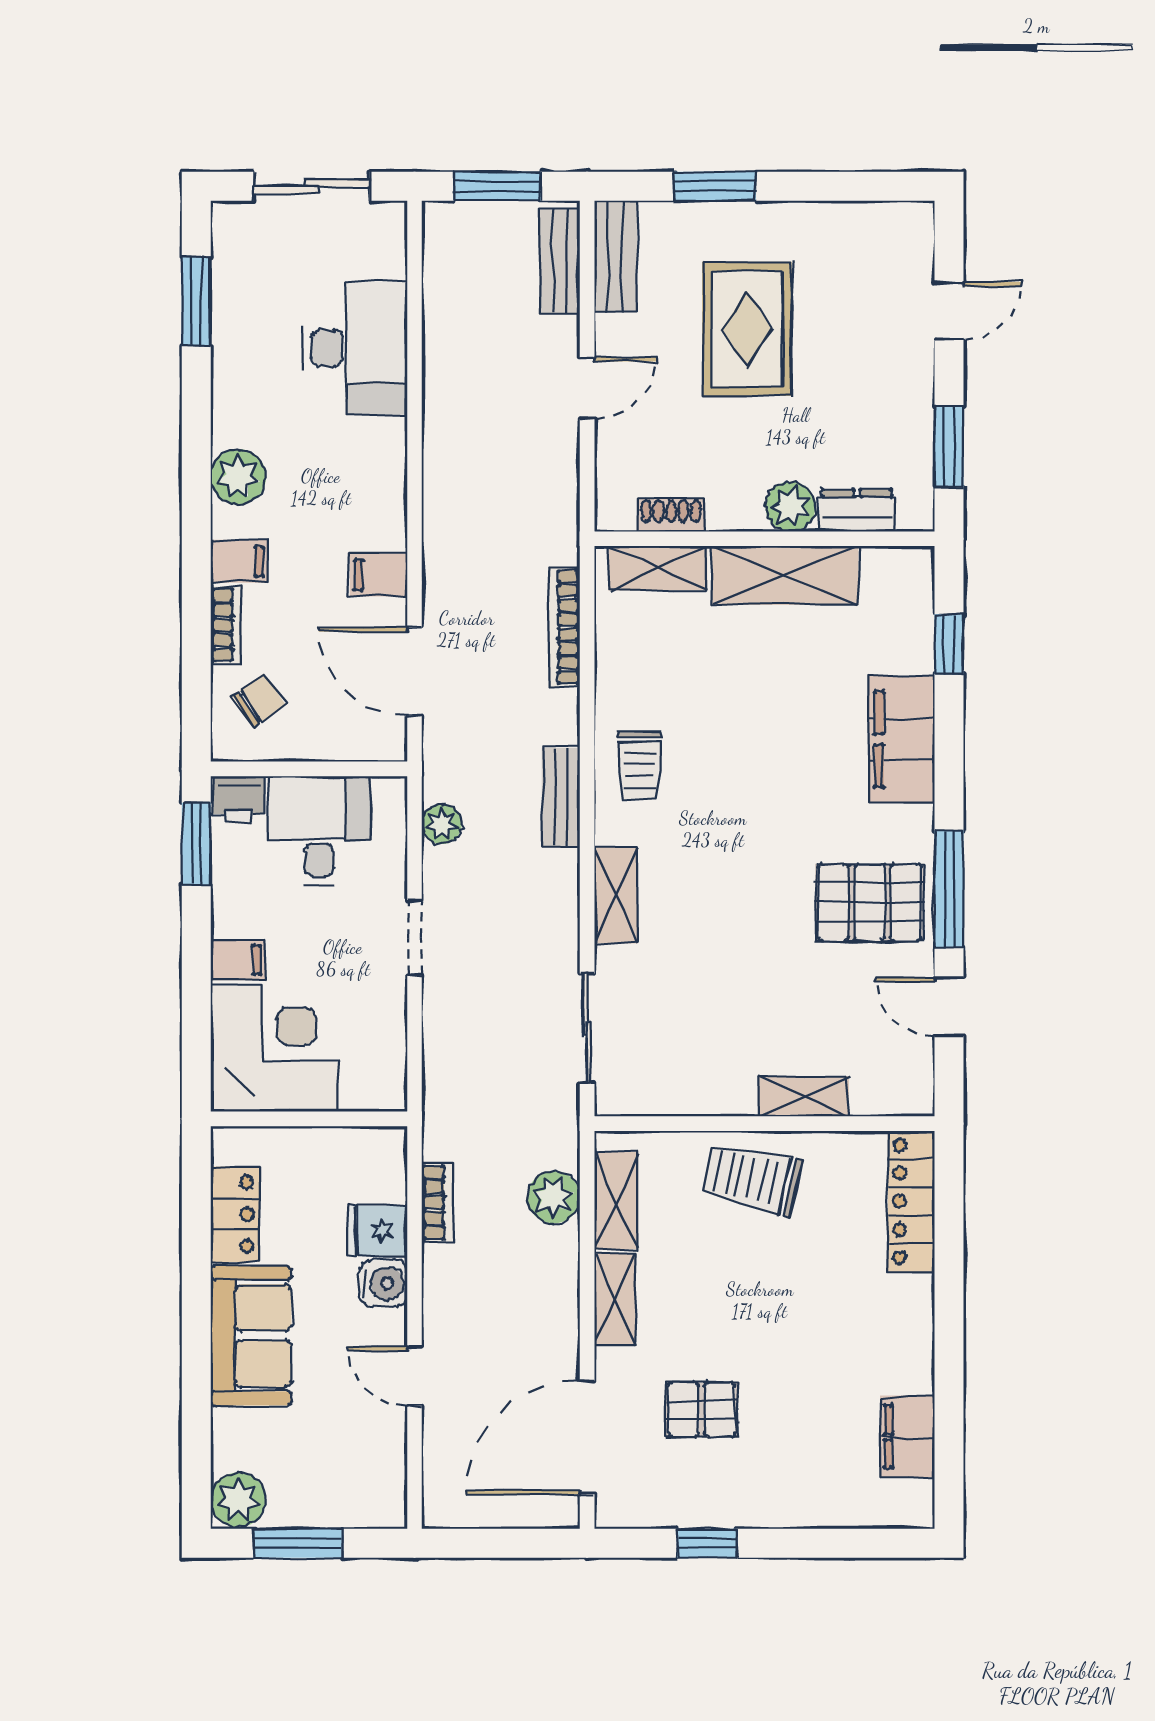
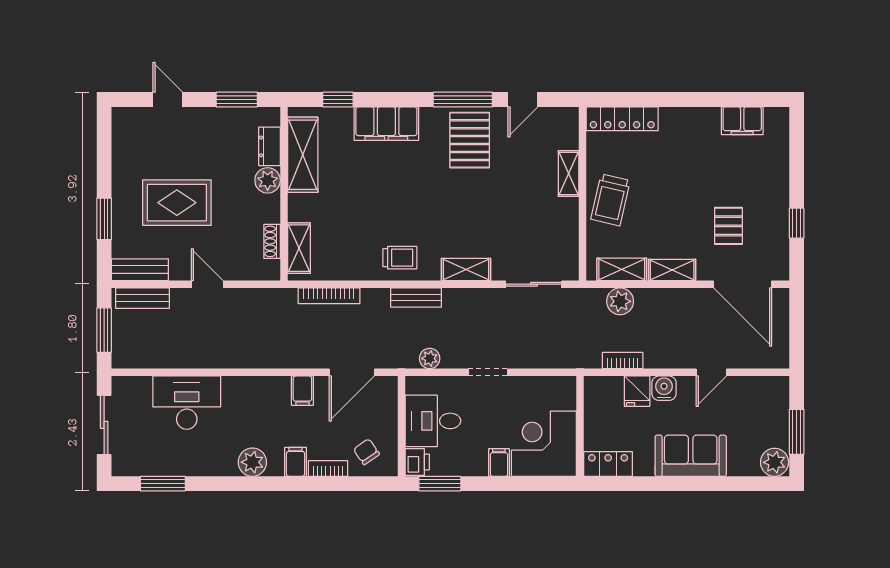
shelving: (785, 575) -> (303, 155), moved
locker: (235, 1214) -> (608, 464), moved

